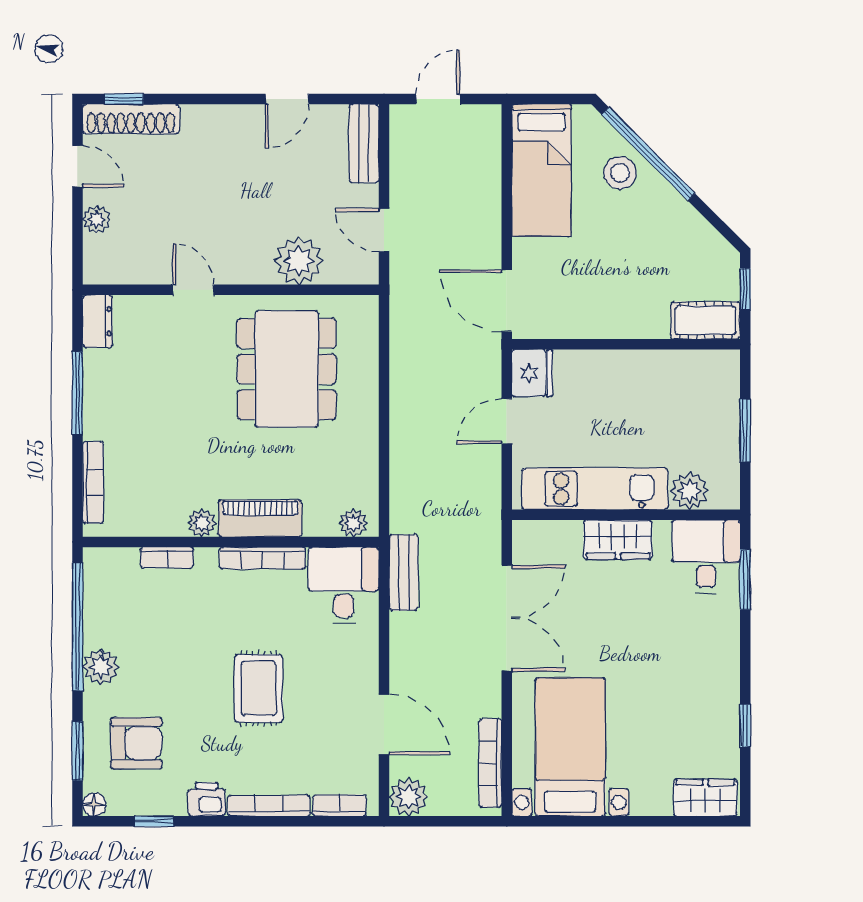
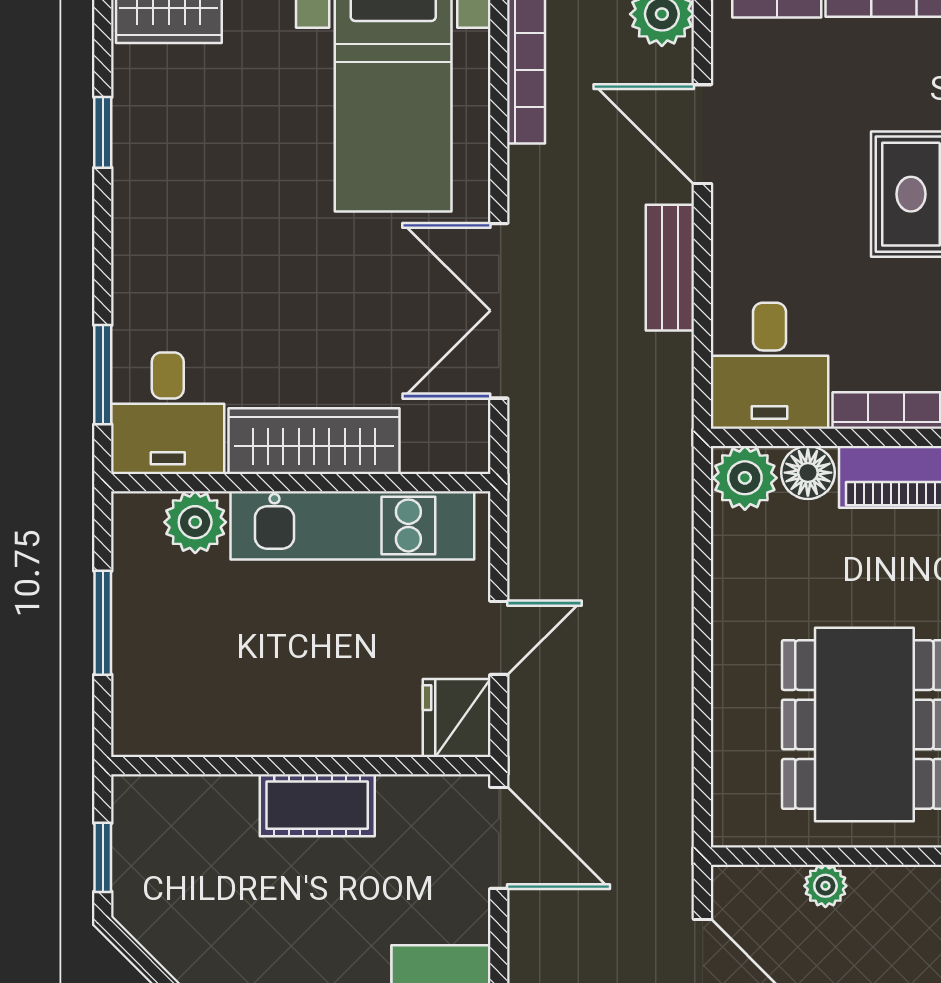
plant: (299, 261) -> (825, 886), width x0.53, depth x0.53
cot: (705, 320) -> (317, 805), moved
floor lamp: (321, 521) -> (808, 473), added
plant: (353, 523) -> (745, 478), width x1.38, depth x1.38
wardrobe: (618, 540) -> (314, 441), width x1.50
bench: (404, 573) -> (670, 268), moved

